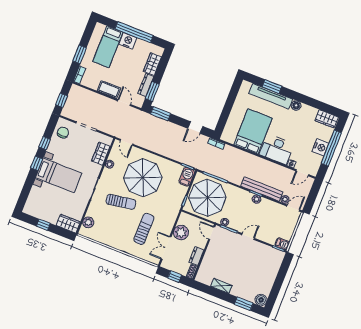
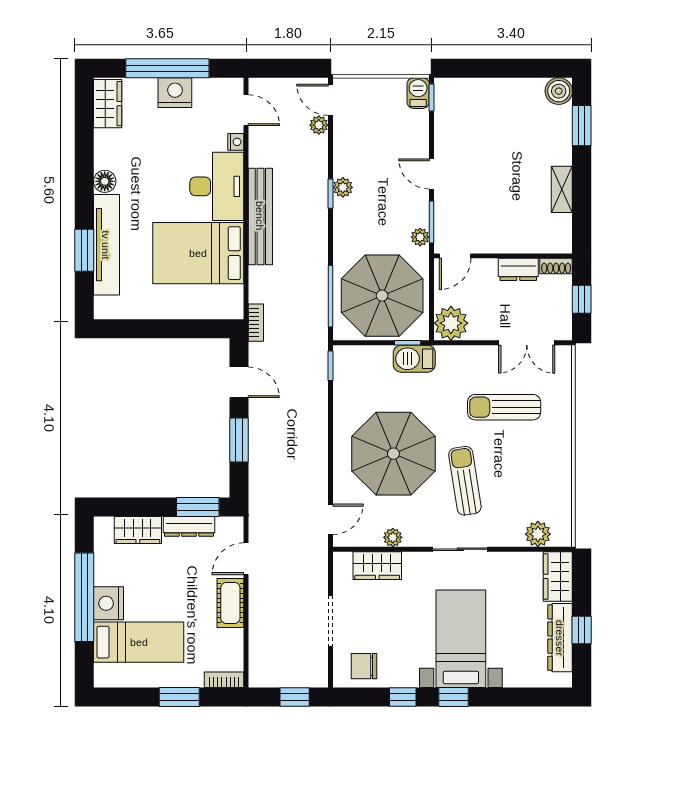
window: (161, 114) -> (239, 440), moved
barbecue: (187, 177) -> (414, 359), moved
bench: (262, 189) -> (260, 216), moved
dresser: (44, 215) -> (560, 638), added
plant: (181, 232) -> (451, 323), moved

